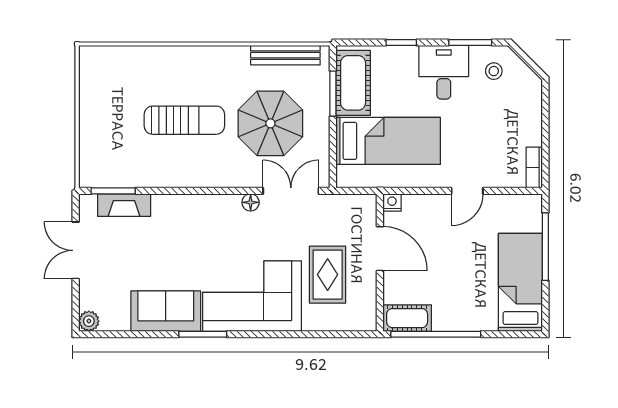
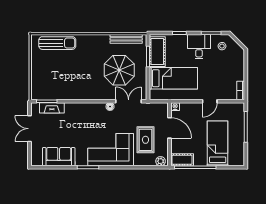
sun lounger: (184, 120) -> (57, 43), moved
bed: (520, 282) -> (218, 143), moved
sofa: (166, 311) -> (59, 157), moved
plant: (89, 321) -> (161, 161), moved

